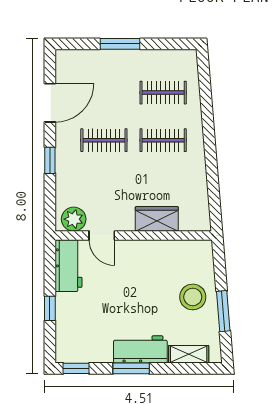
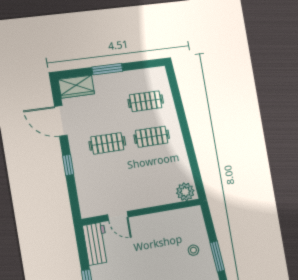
door: (50, 103) -> (61, 121), swing flipped
plant: (74, 219) -> (185, 192), moved
wardrobe: (157, 219) -> (76, 87), moved, turned 180
stool: (193, 297) -> (193, 250), width x0.53, depth x0.53

